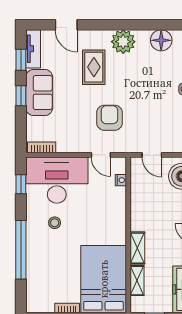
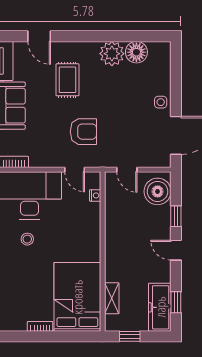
plant: (123, 42) -> (112, 54), moved
armchair: (109, 118) -> (83, 132), turned 90
shelving: (137, 248) -> (112, 265), removed

